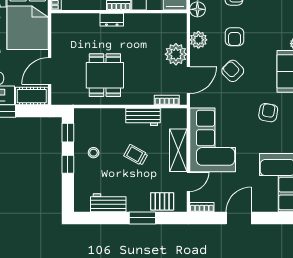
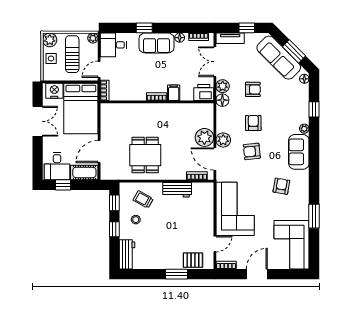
dresser: (112, 20) -> (151, 109), removed
armchair: (235, 37) -> (253, 123), turned 180
plant: (198, 40) -> (223, 140), moved
armchair: (233, 71) -> (252, 151), turned -51
door: (188, 80) -> (215, 159), swing flipped
shelving: (178, 150) -> (206, 218), removed
trolley: (136, 155) -> (143, 199), moved
workbench: (108, 203) -> (127, 254), moved, turned 90

